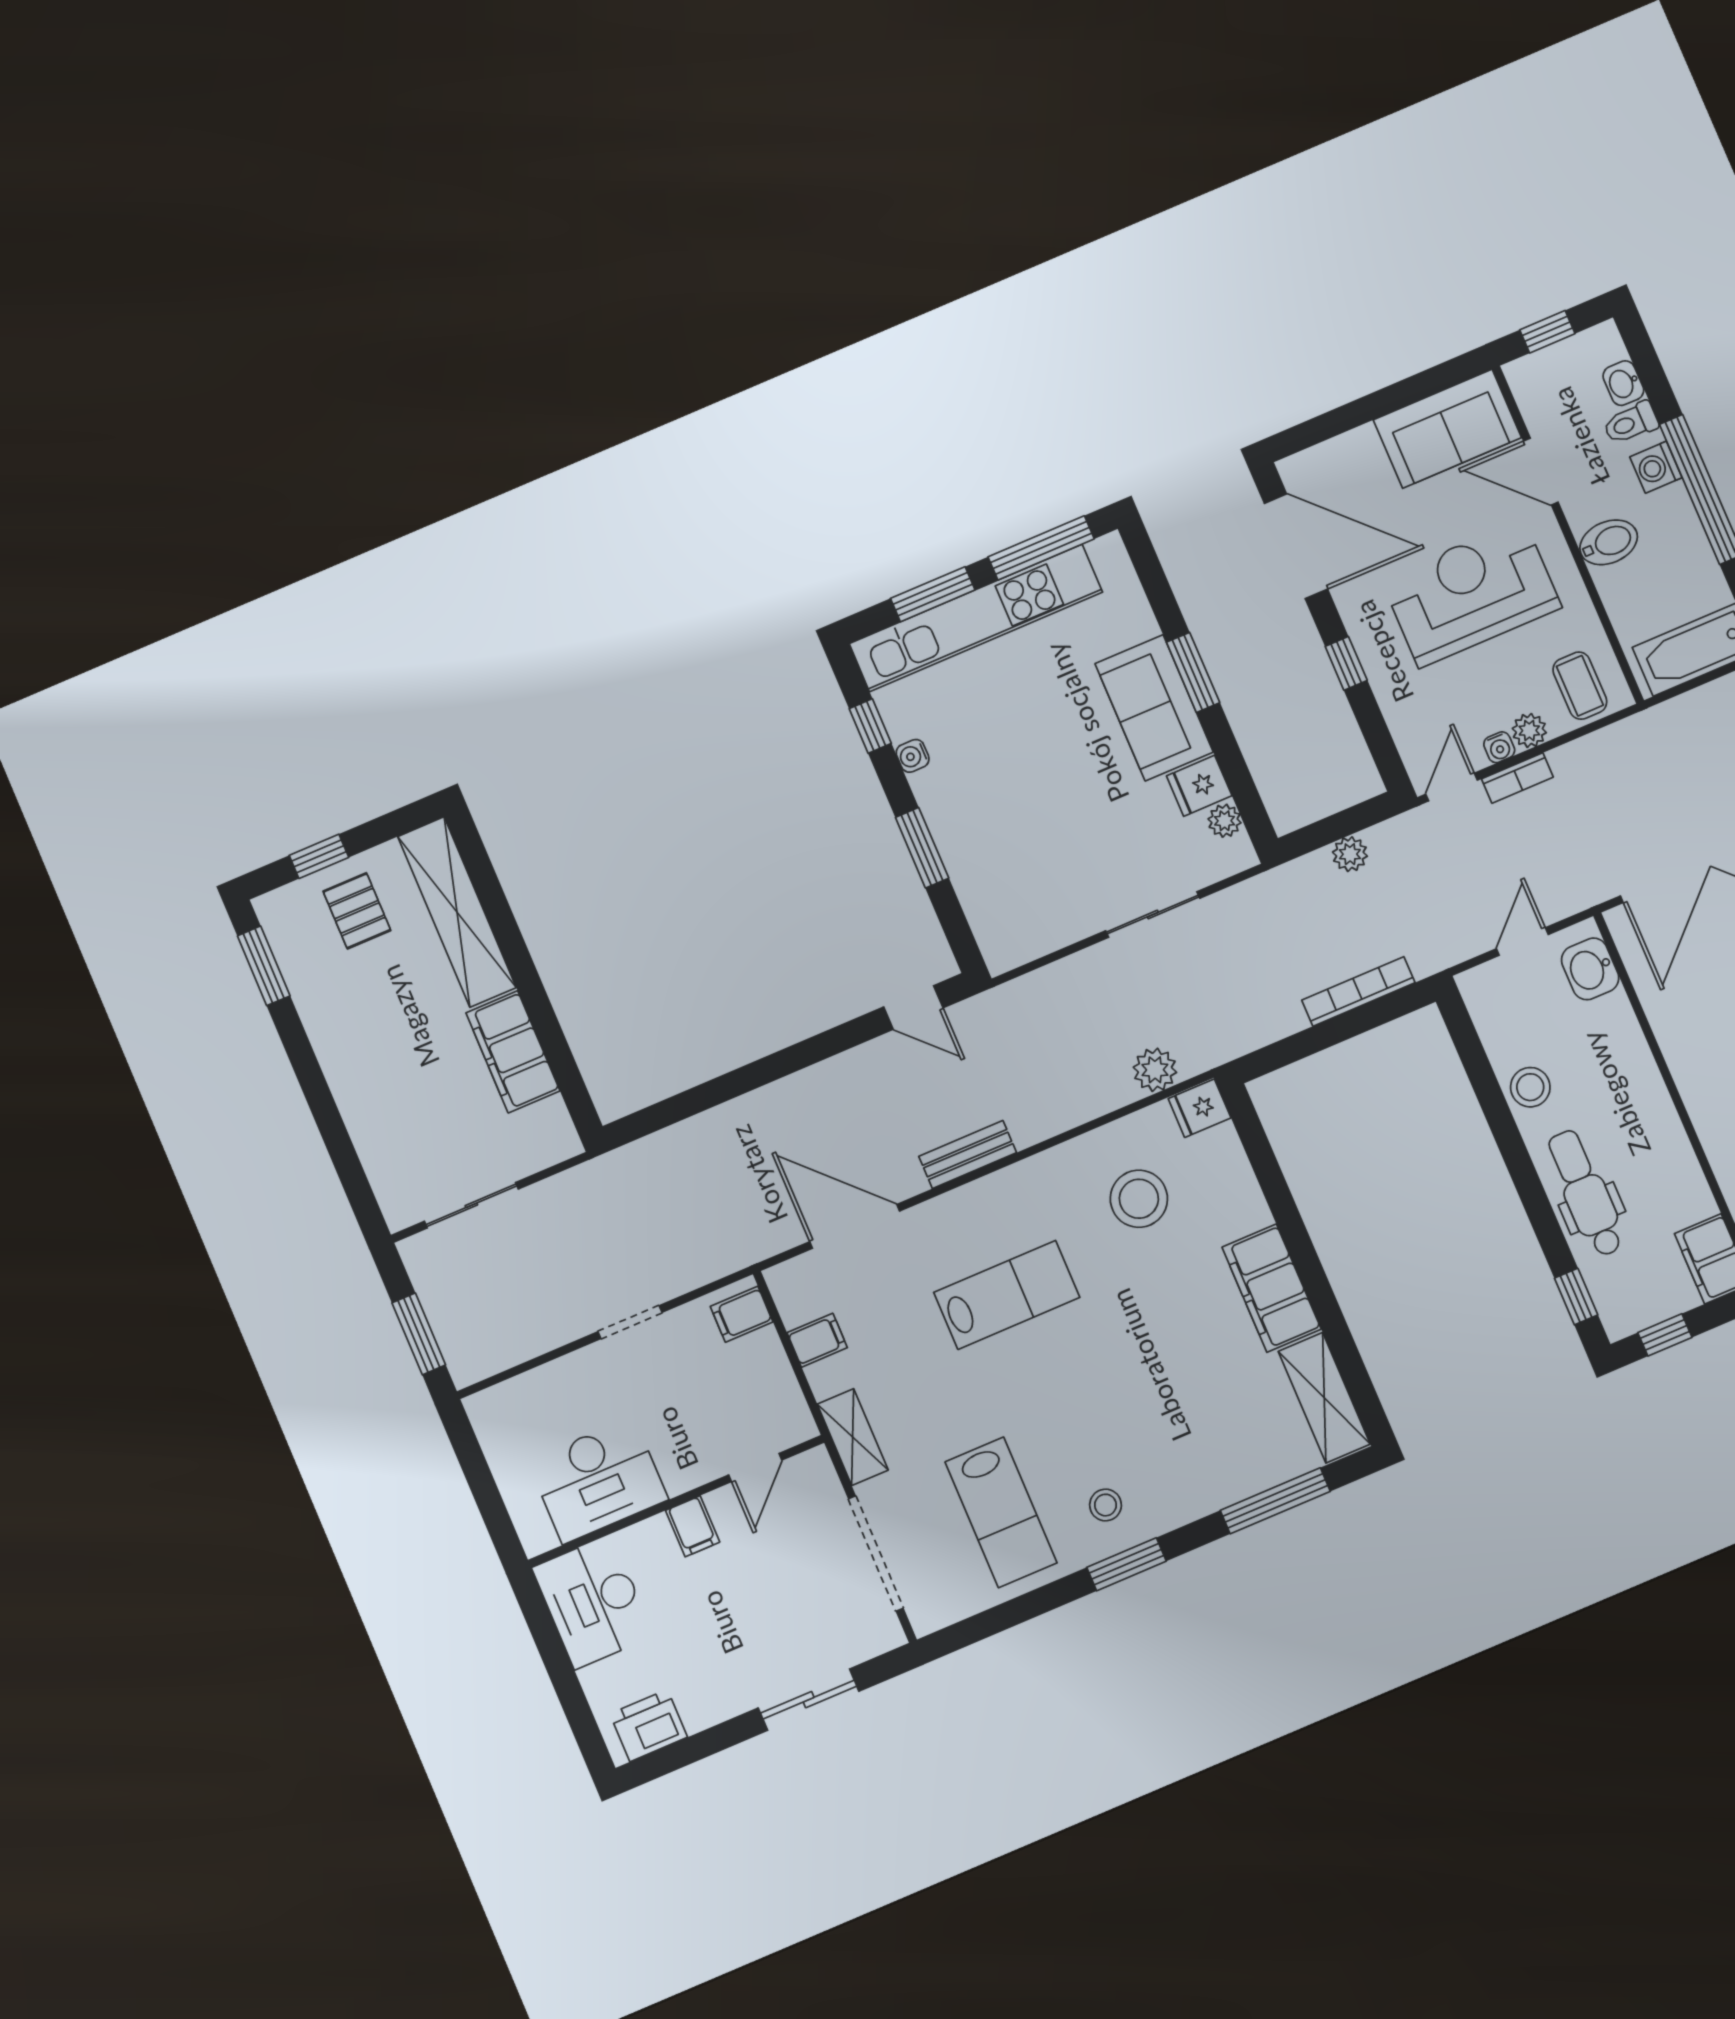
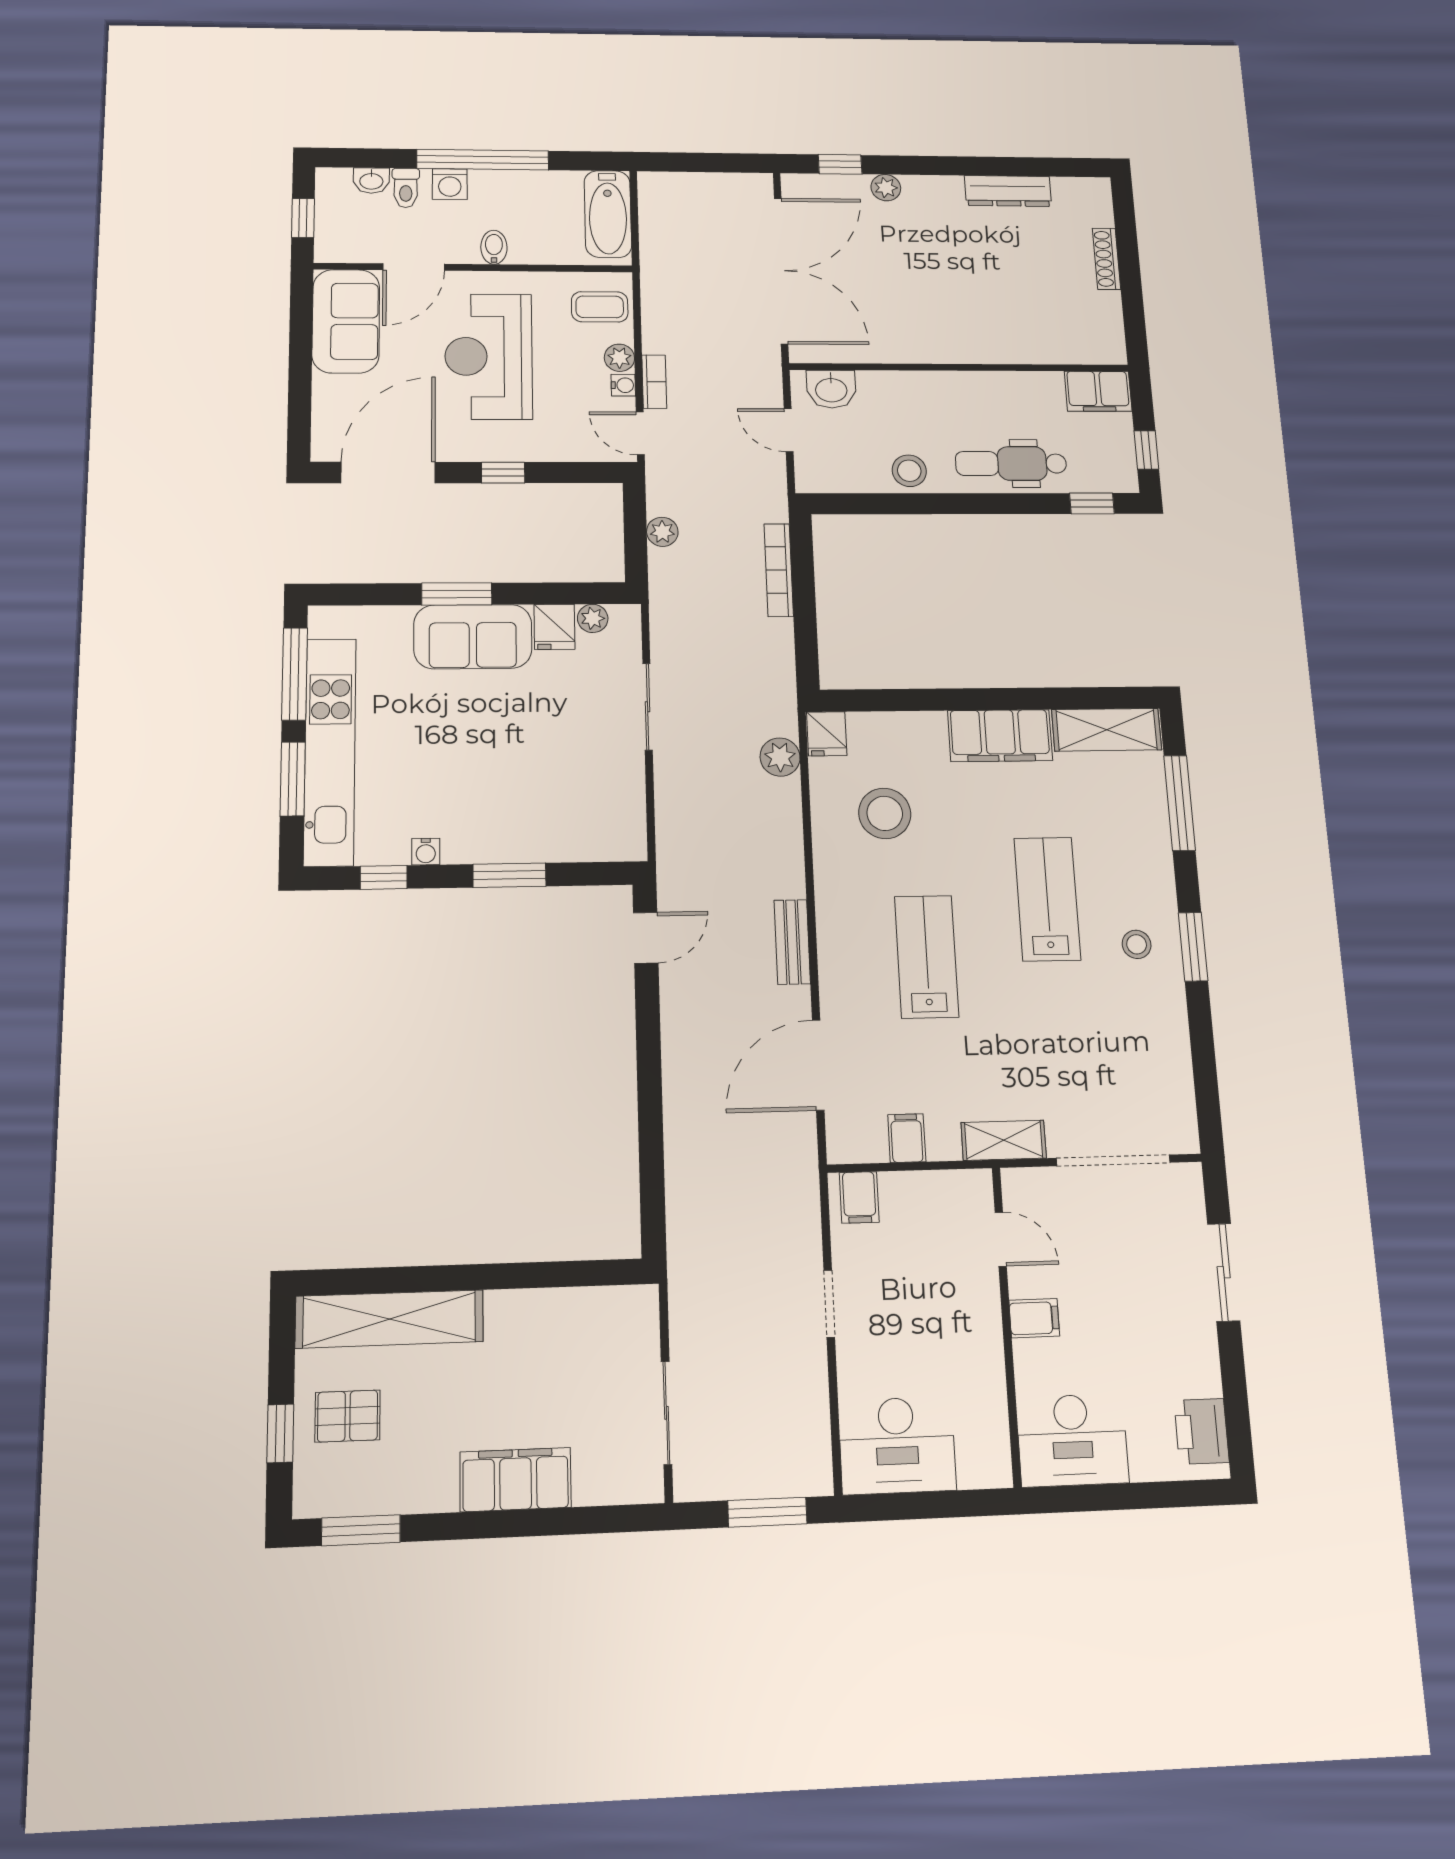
bidet: (1609, 542) -> (494, 247), width x0.72, depth x0.74
filing cabinet: (513, 1052) -> (516, 1480), moved, turned 180
desk: (598, 1480) -> (897, 1445), moved, turned 90
lab bench: (1001, 1512) -> (1047, 899), moved, turned -90

